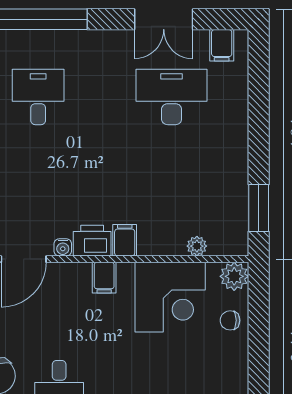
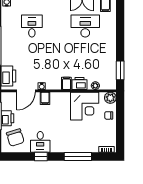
printer: (92, 241) -> (80, 83), moved
filing cabinet: (104, 278) -> (45, 98), moved

